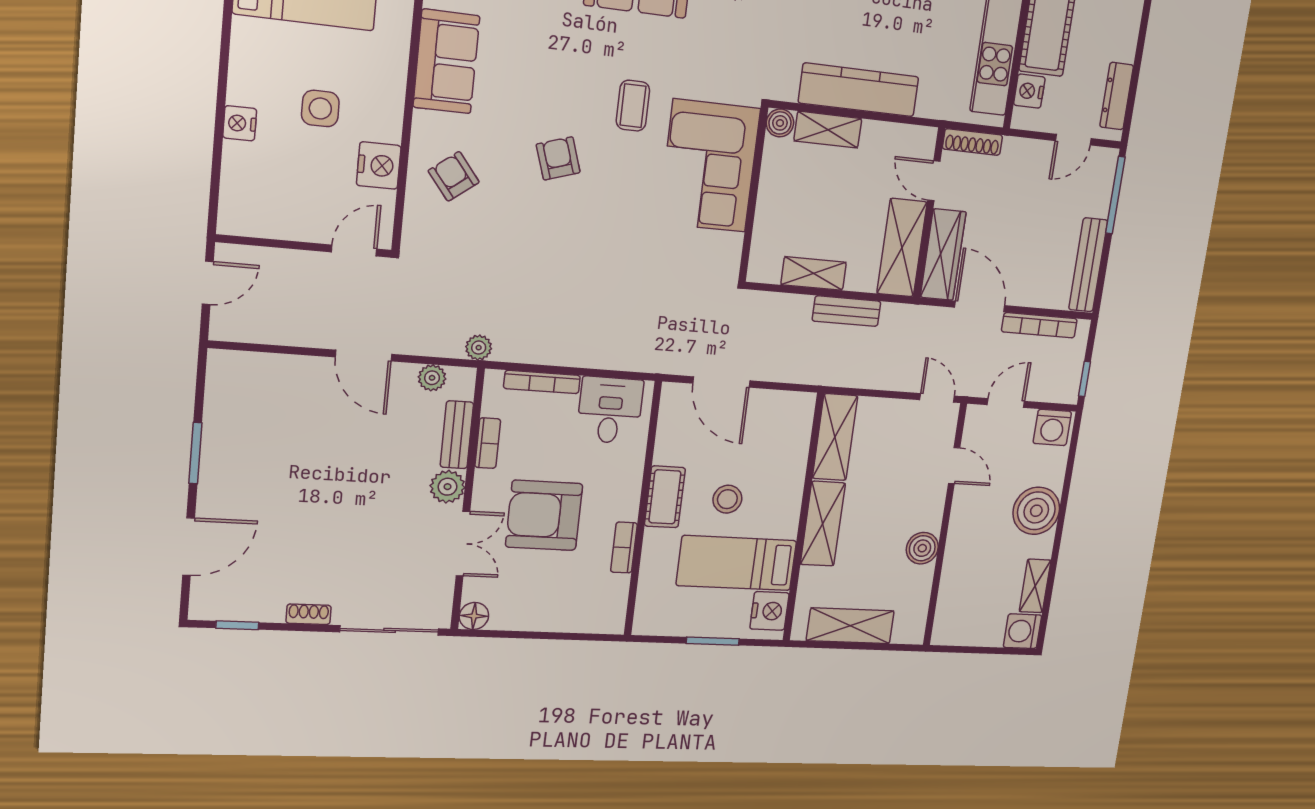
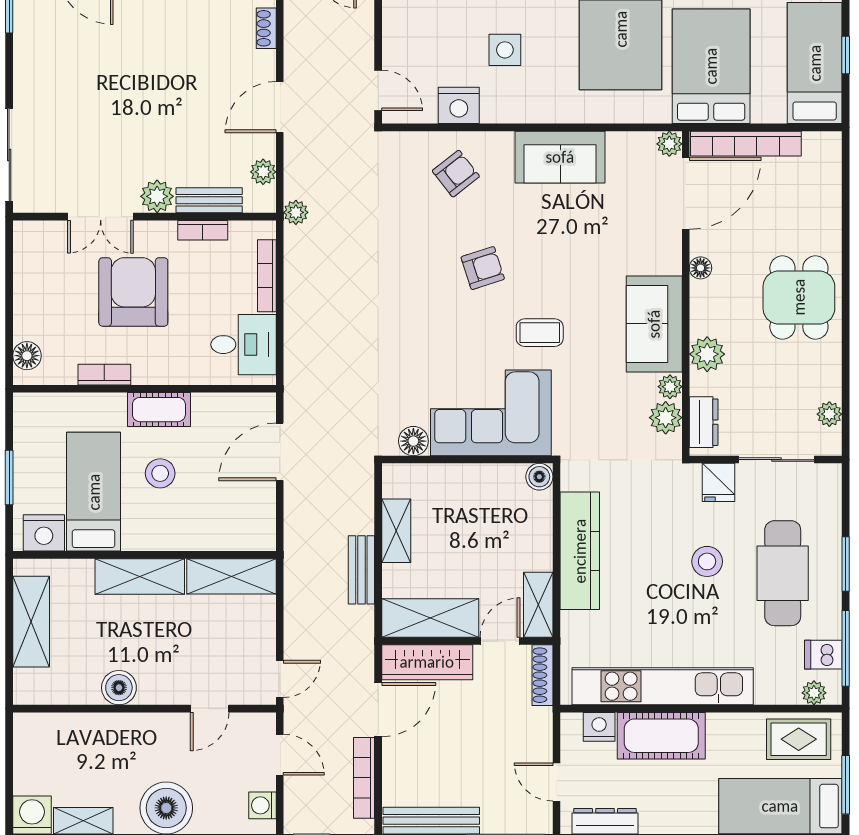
shelving: (828, 130) -> (538, 605), moved
floor lamp: (728, 248) -> (413, 441), added
washing machine: (1052, 427) -> (263, 805), width x0.73, depth x0.73
shoe rack: (309, 614) -> (266, 28), moved, turned 180
floor lamp: (474, 616) -> (27, 356), moved

